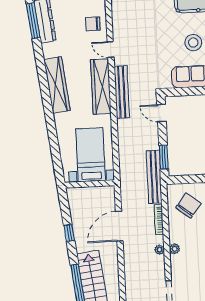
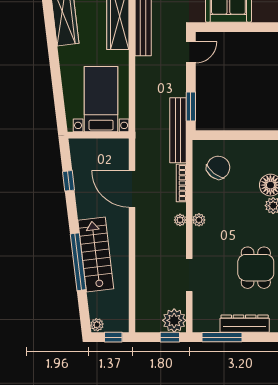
door: (161, 113) -> (191, 52), swing flipped
door: (119, 226) -> (132, 189), hinge flipped
window: (69, 233) -> (68, 181), moved

